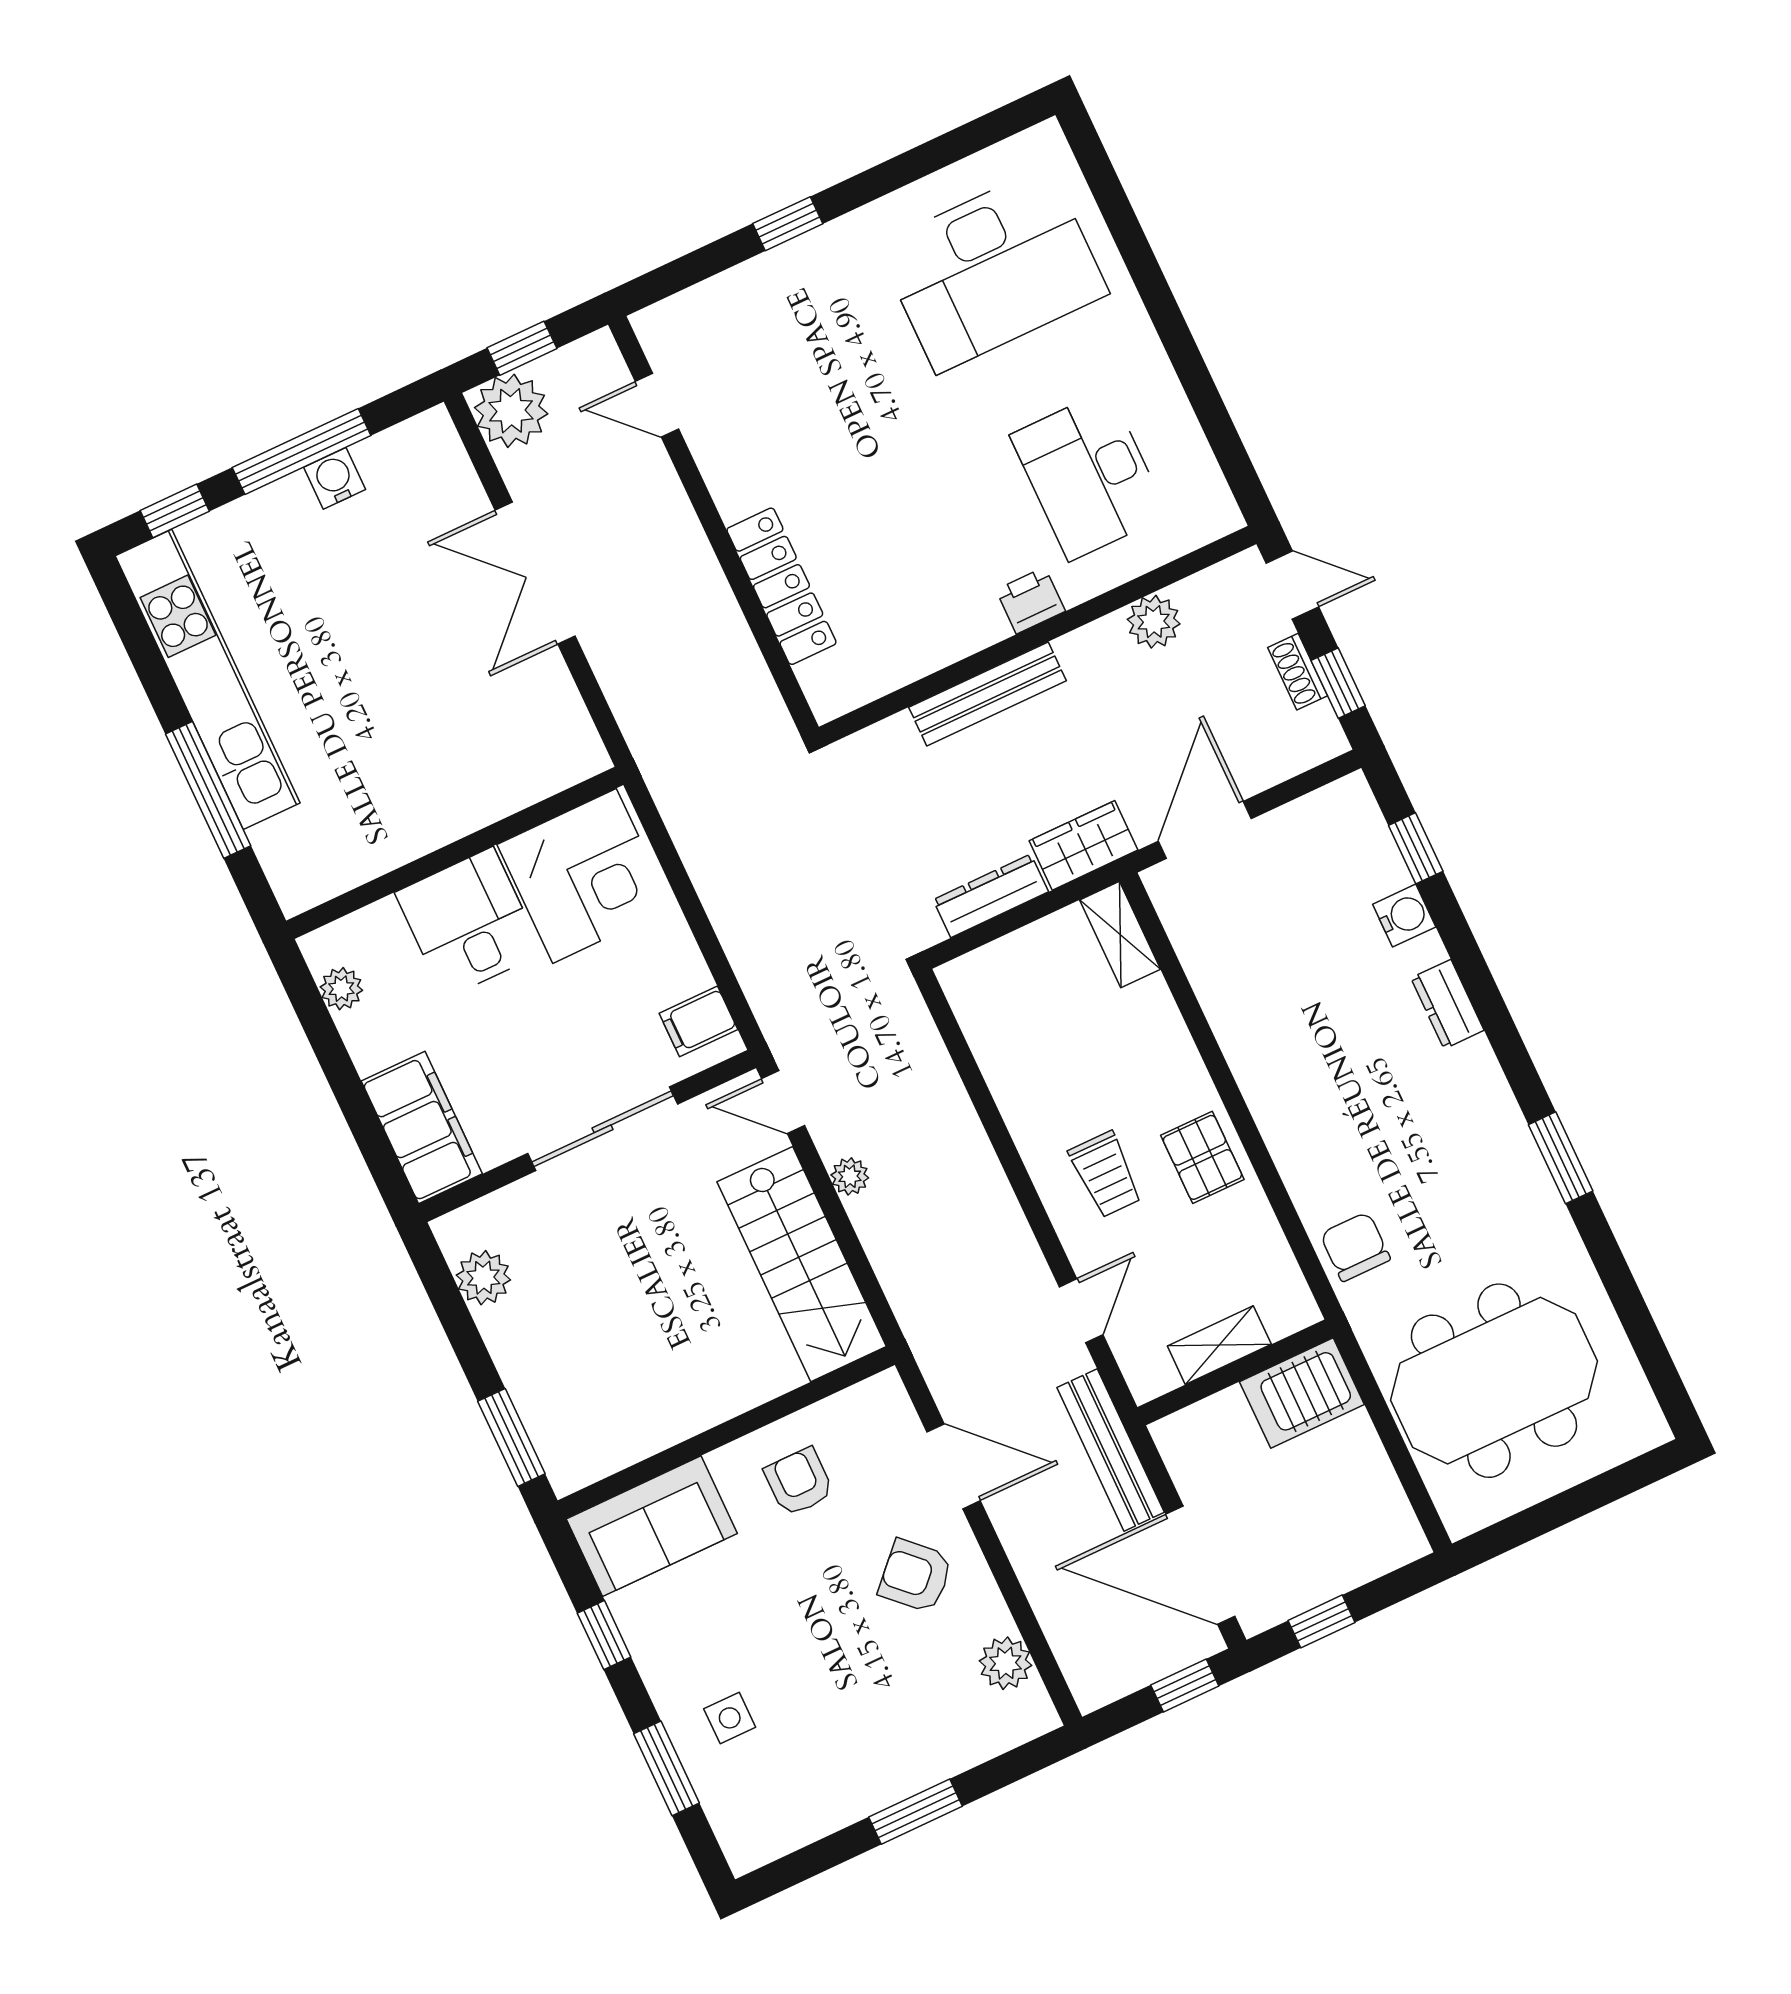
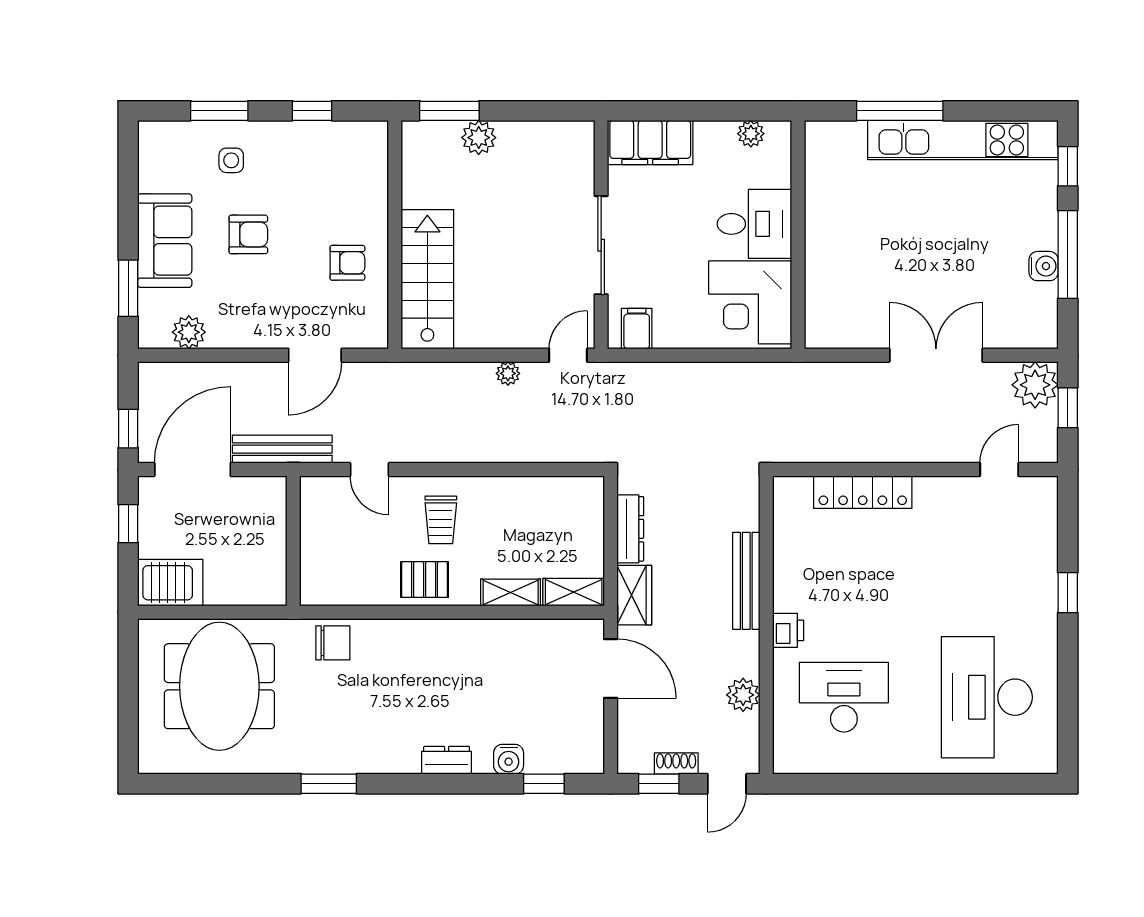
trolley: (1106, 1174) -> (441, 520), turned -90
stairs: (802, 1264) -> (427, 279), moved, turned 90
plant: (483, 1278) -> (479, 138), moved
shelving: (1219, 1345) -> (511, 593), moved, turned 90
server rack: (1302, 1393) -> (170, 583), moved, turned 90
sofa: (652, 1526) -> (165, 241), moved, turned 180
armchair: (915, 1576) -> (248, 234), moved, turned 46
window: (915, 1812) -> (128, 288), moved

